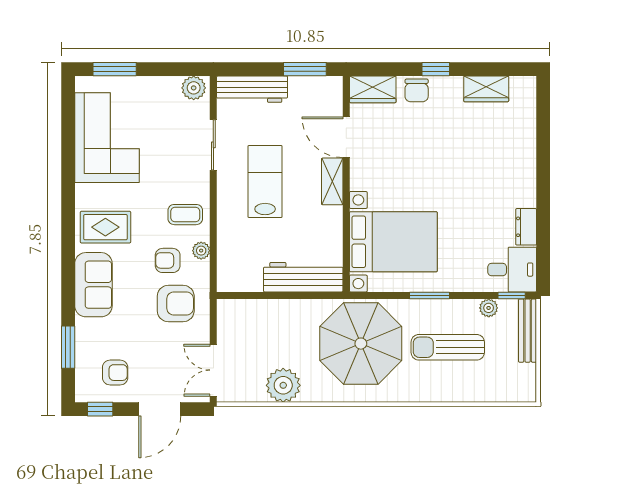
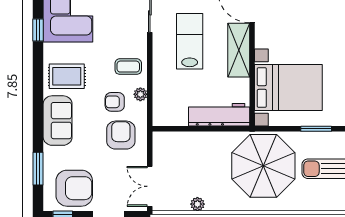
window: (68, 167) -> (38, 30), added
shelving: (332, 181) -> (239, 50), width x1.50, depth x1.33
armchair: (176, 303) -> (121, 135), turned -90
armchair: (115, 373) -> (74, 188), width x1.88, depth x1.88
plant: (283, 385) -> (197, 204), width x0.53, depth x0.53

